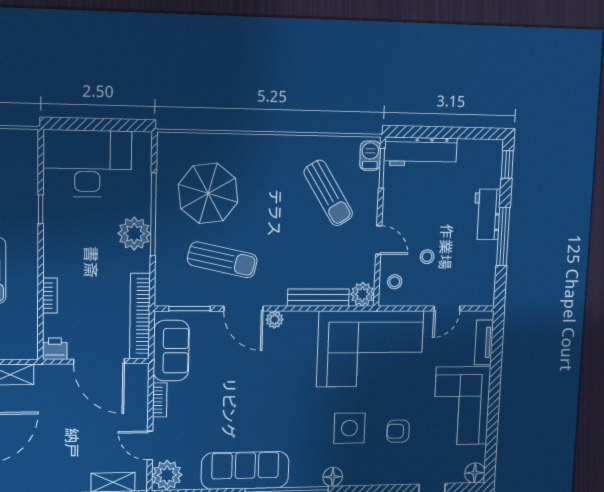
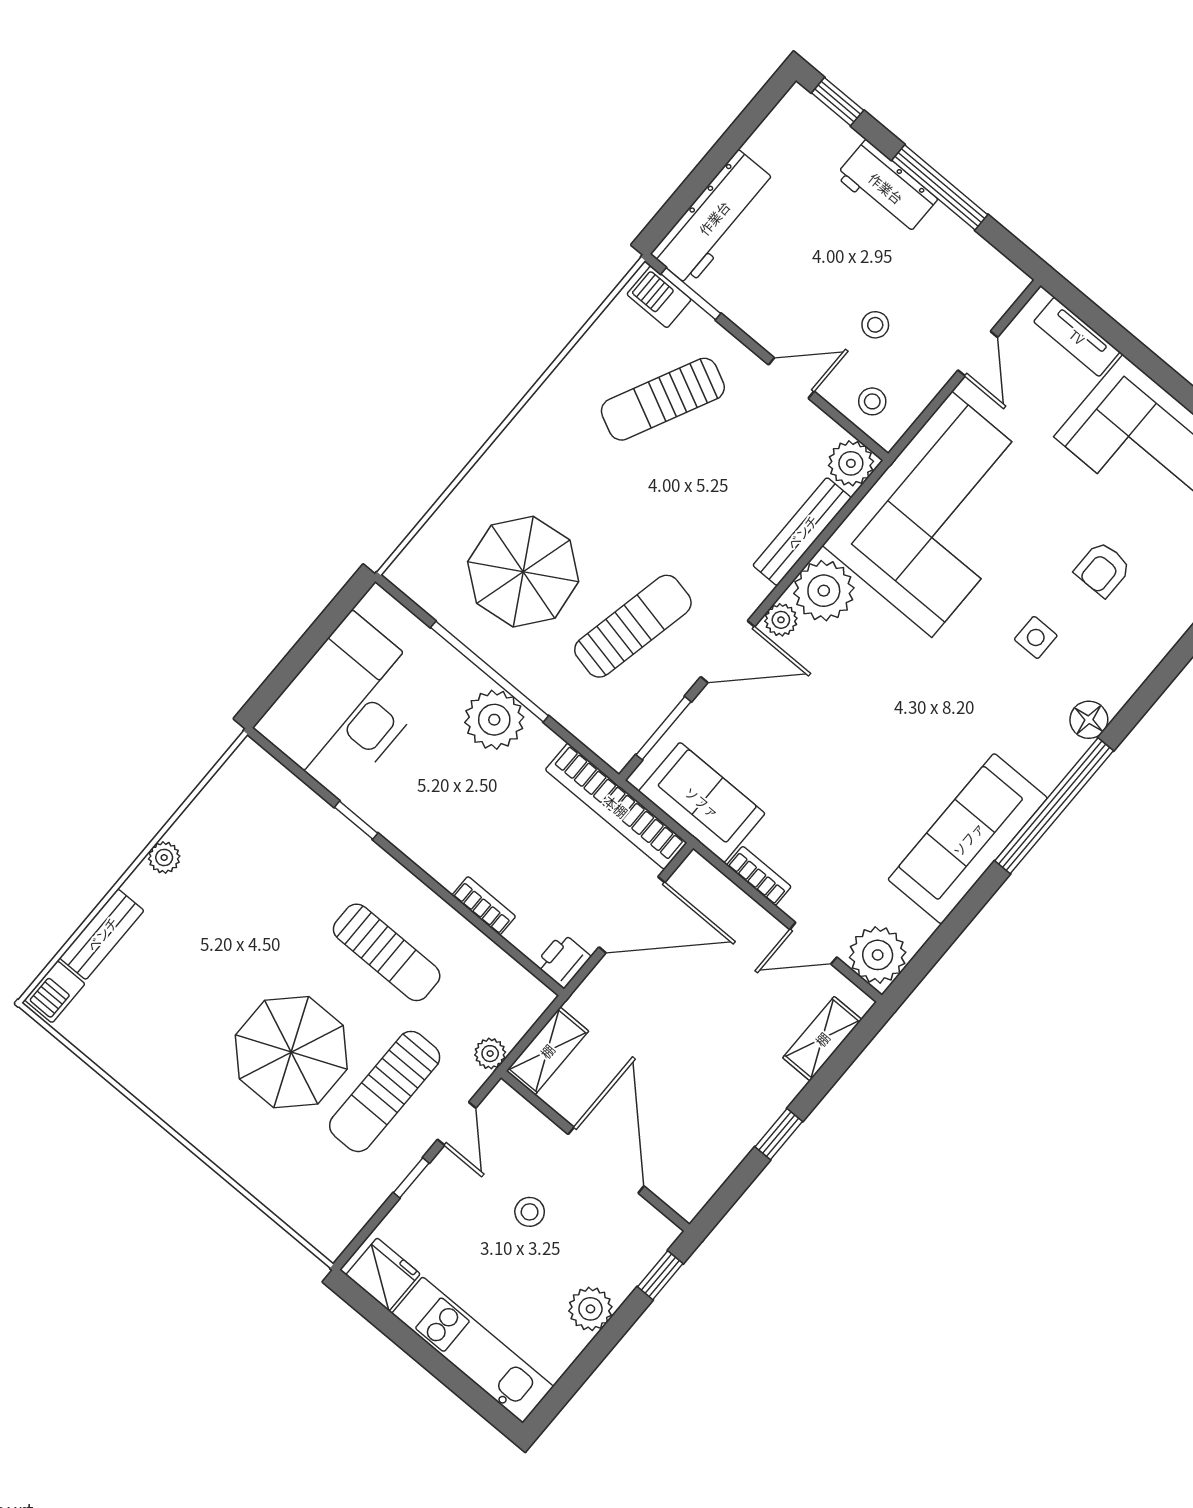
sun lounger: (328, 193) -> (663, 399), turned 148
plant: (301, 327) -> (824, 591), added
side table: (349, 428) -> (1036, 637), width x0.54, depth x0.54

